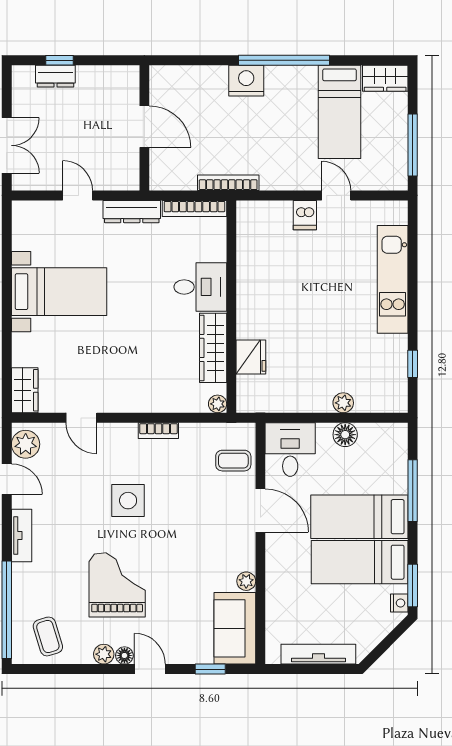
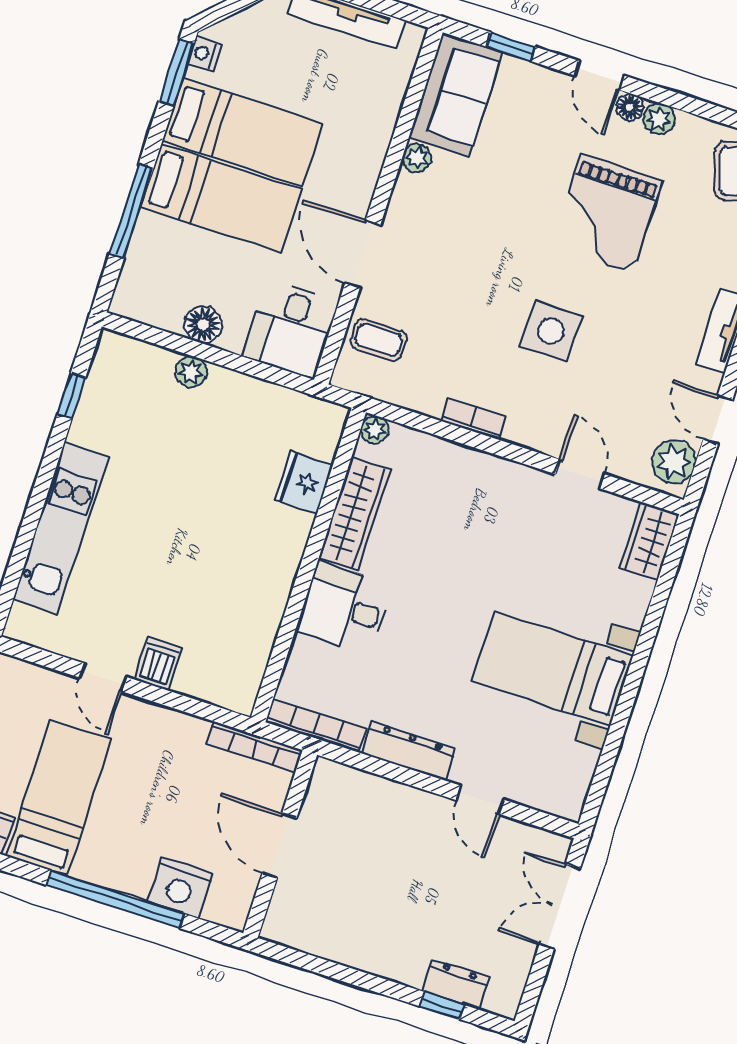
door: (144, 127) -> (280, 846), moved
wall: (144, 128) -> (280, 844), moved

